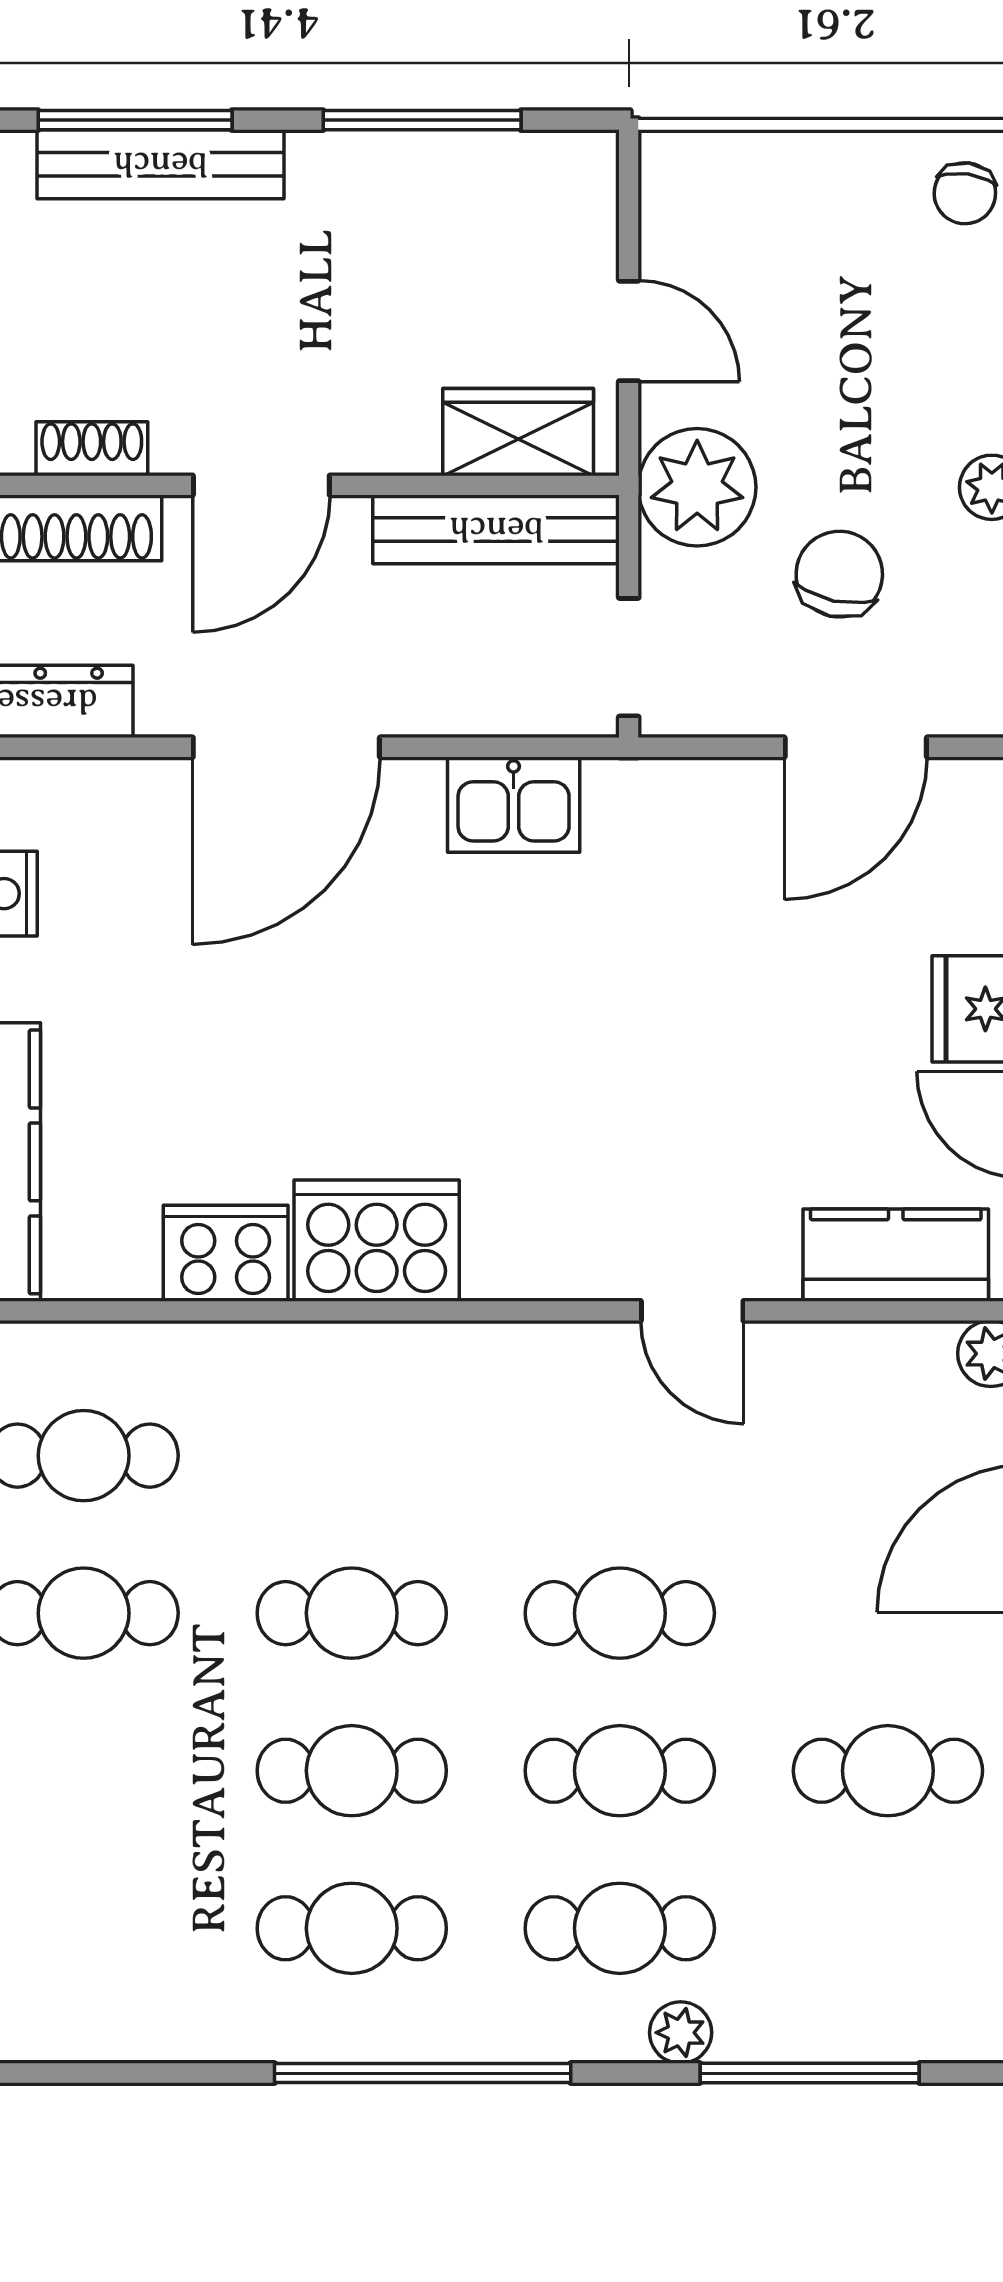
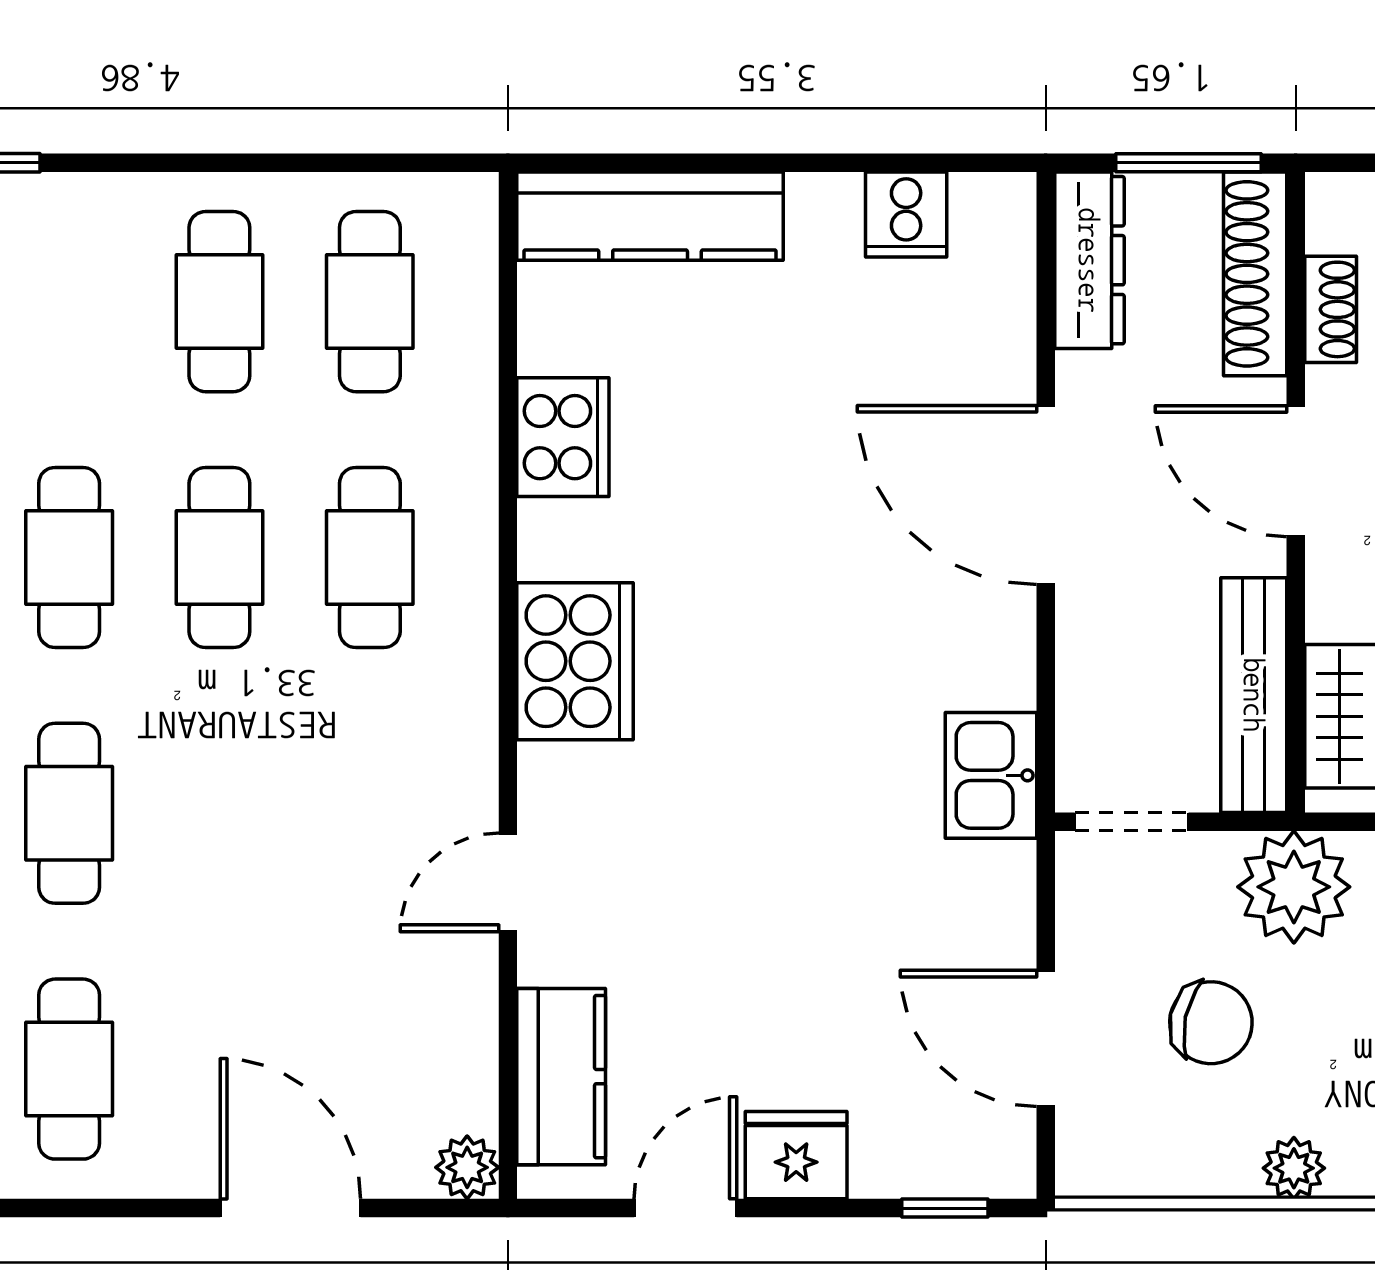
kitchen sink: (514, 805) -> (991, 775), moved
cooker: (377, 1241) -> (575, 661), moved
cafe table: (620, 1613) -> (370, 557), moved

